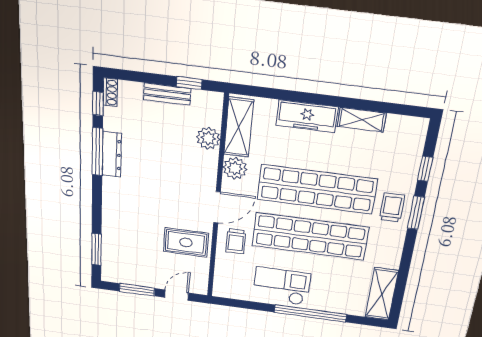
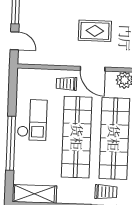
rug: (186, 242) -> (95, 31), moved, turned 90

